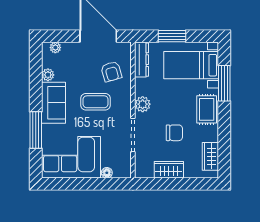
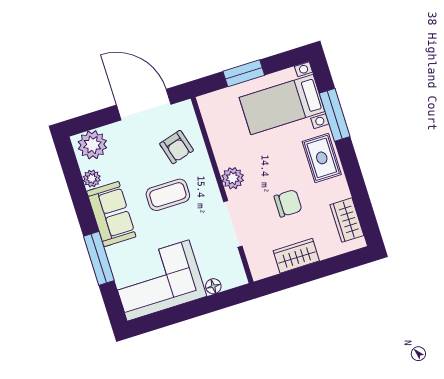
plant: (55, 48) -> (92, 145), width x1.88, depth x1.88
dresser: (142, 60) -> (212, 118), removed

